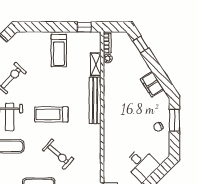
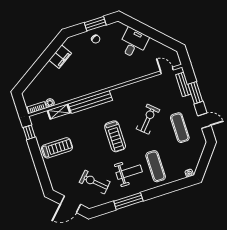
window: (141, 45) -> (29, 78), removed
window: (174, 120) -> (95, 24), moved

